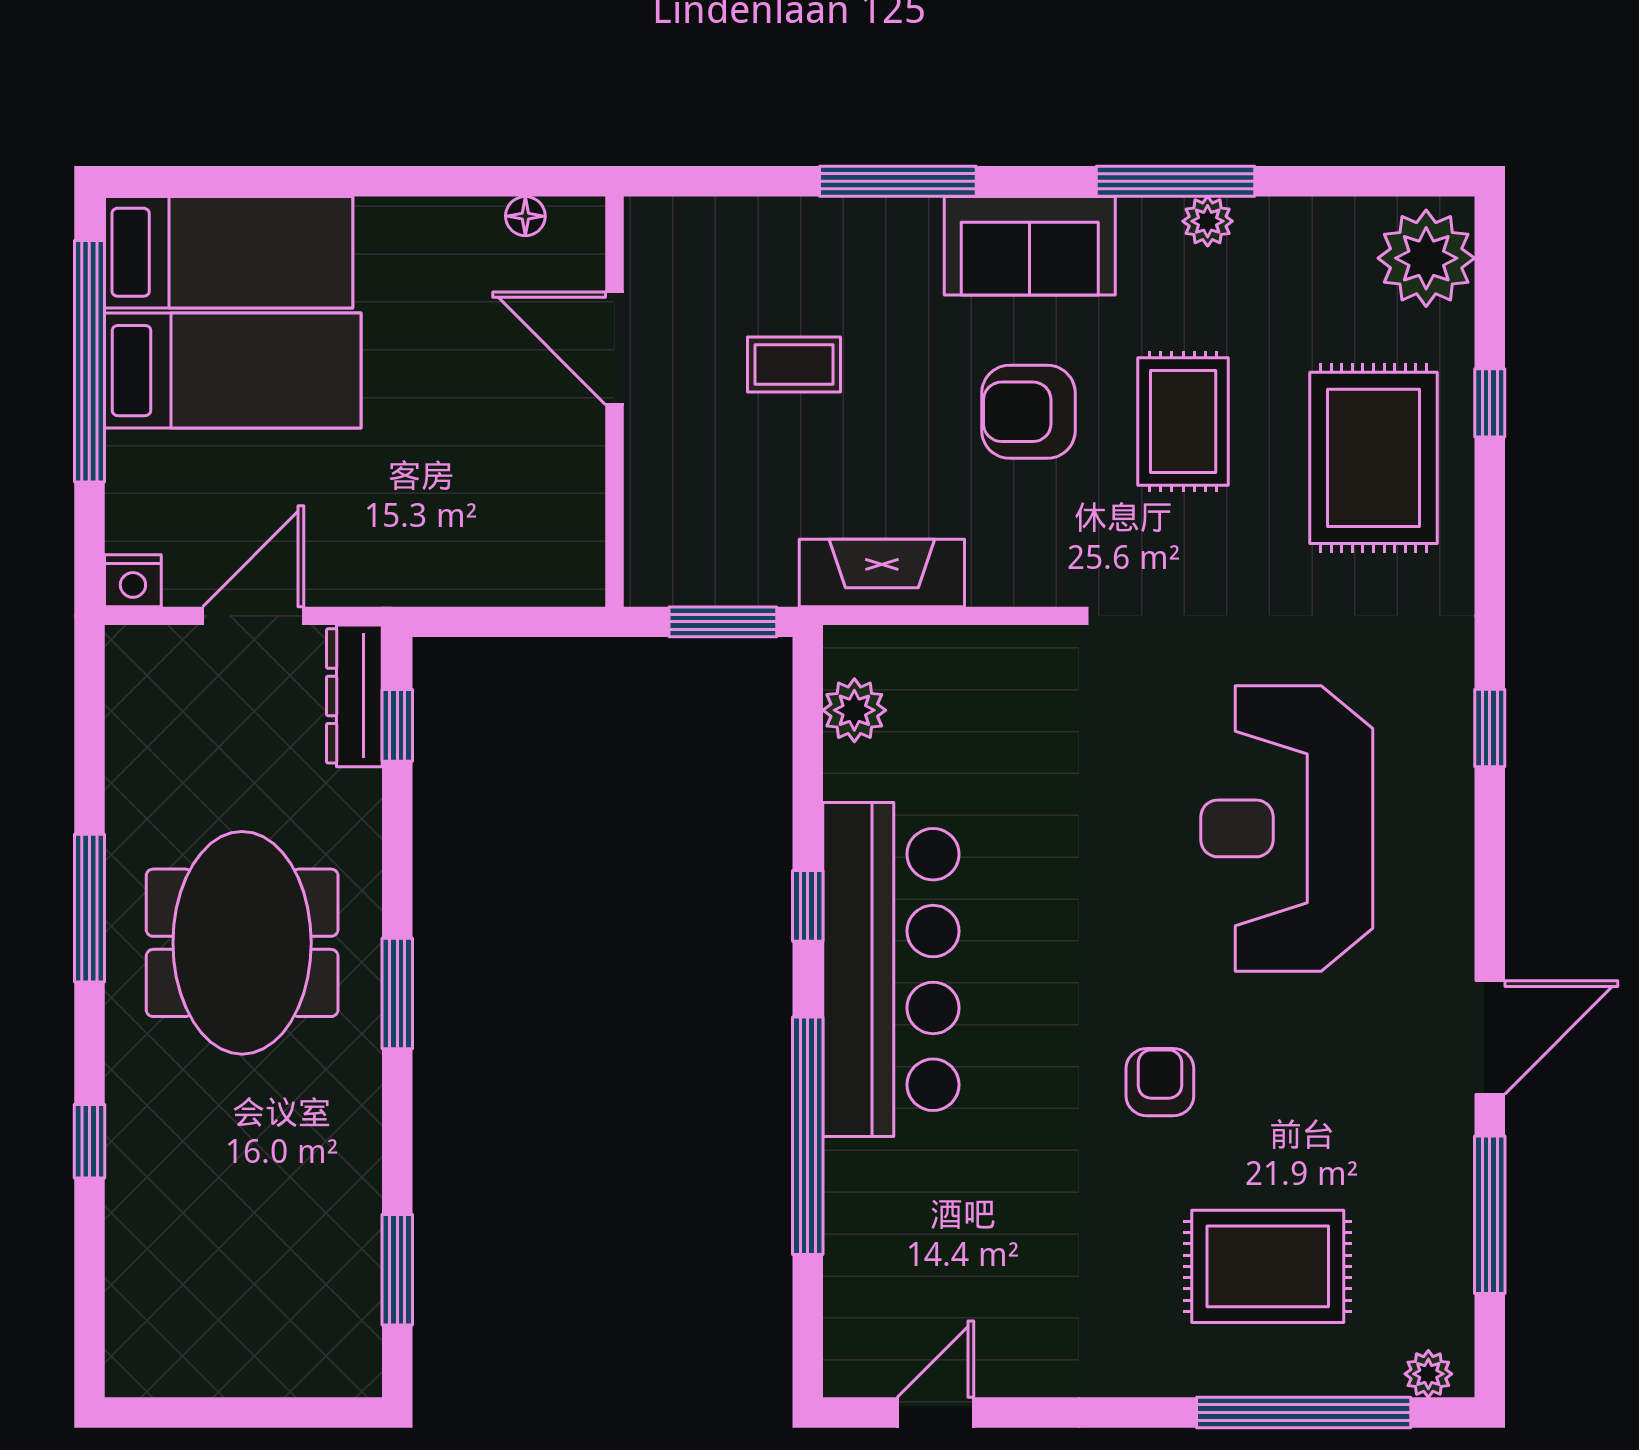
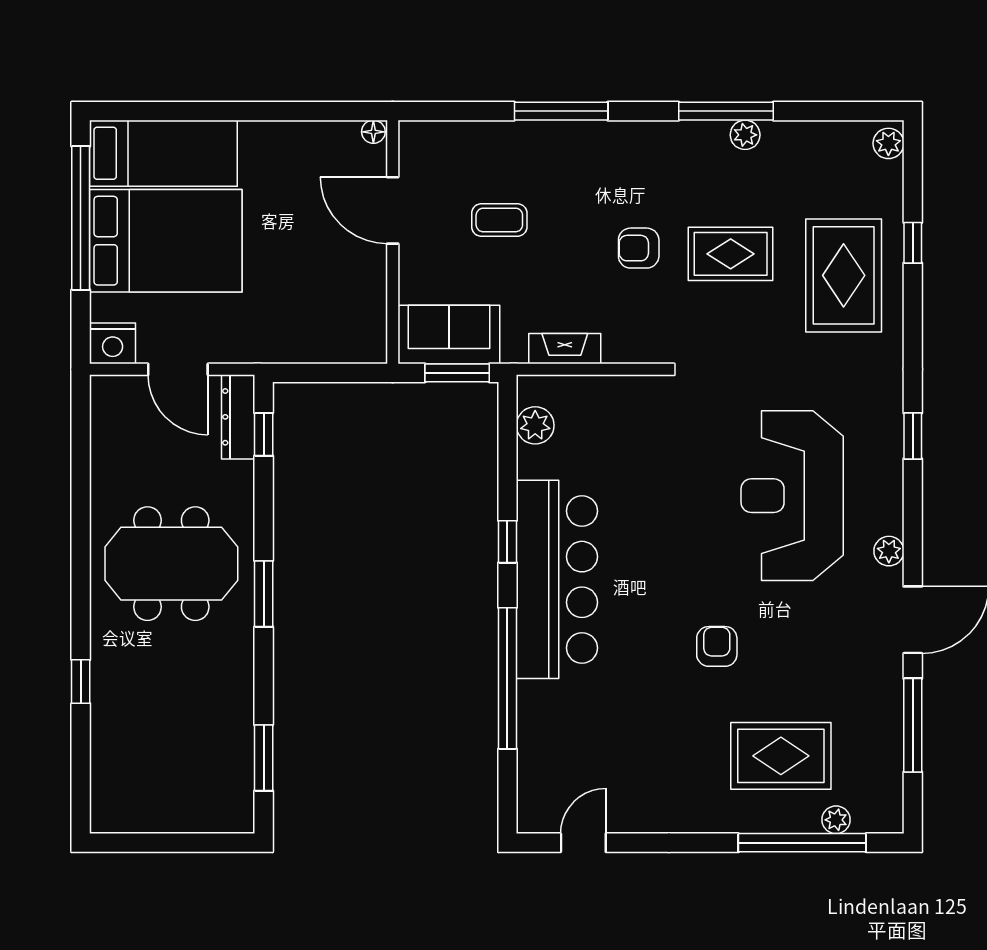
floor lamp: (525, 216) -> (373, 132), moved
sofa: (1030, 246) -> (449, 335), moved, turned 180
plant: (1426, 258) -> (888, 143), width x0.53, depth x0.53
bed: (233, 371) -> (166, 241), width x1.50
armchair: (1028, 412) -> (639, 248), width x0.72, depth x0.72
rug: (1183, 422) -> (731, 254), turned 90
fireplace: (882, 573) -> (565, 349), width x0.73, depth x0.76
nightstand: (133, 581) -> (113, 343), width x1.36, depth x1.33
door: (253, 616) -> (178, 369), swing flipped
window: (89, 908) -> (81, 543), removed
plant: (1450, 922) -> (889, 551), added
meeting table: (242, 943) -> (171, 564), turned 90
plant: (1428, 1374) -> (836, 820), moved

